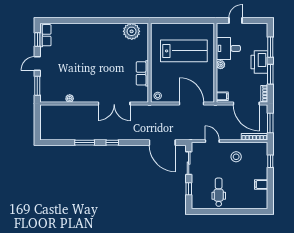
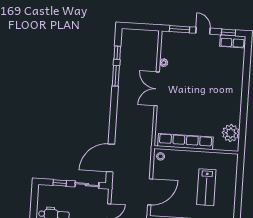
lab bench: (184, 51) -> (206, 187), width x0.73, depth x0.72
row of seats: (142, 73) -> (185, 142), width x2.02
double door: (114, 103) -> (157, 89), moved
window: (112, 143) -> (117, 53), moved

